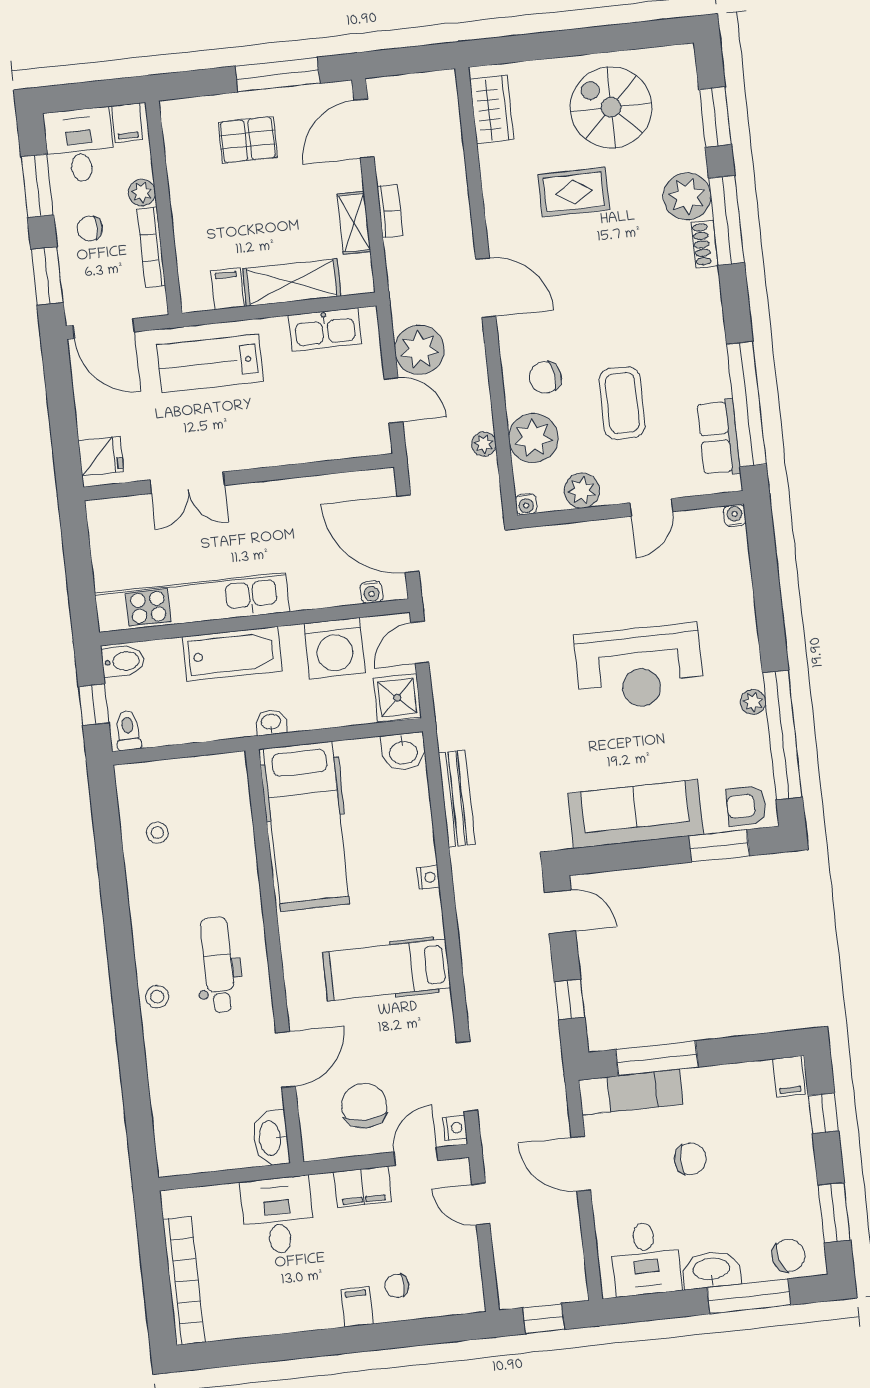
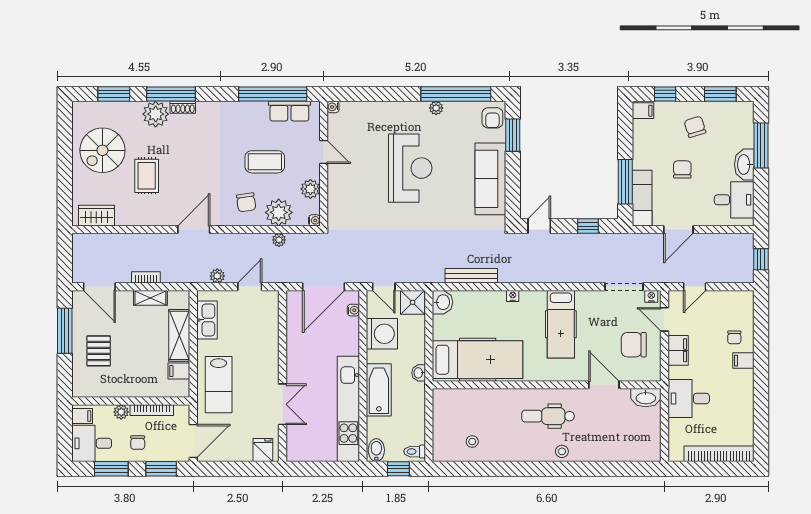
plant: (419, 350) -> (217, 276), width x0.53, depth x0.53
chair: (788, 1255) -> (695, 127), moved

